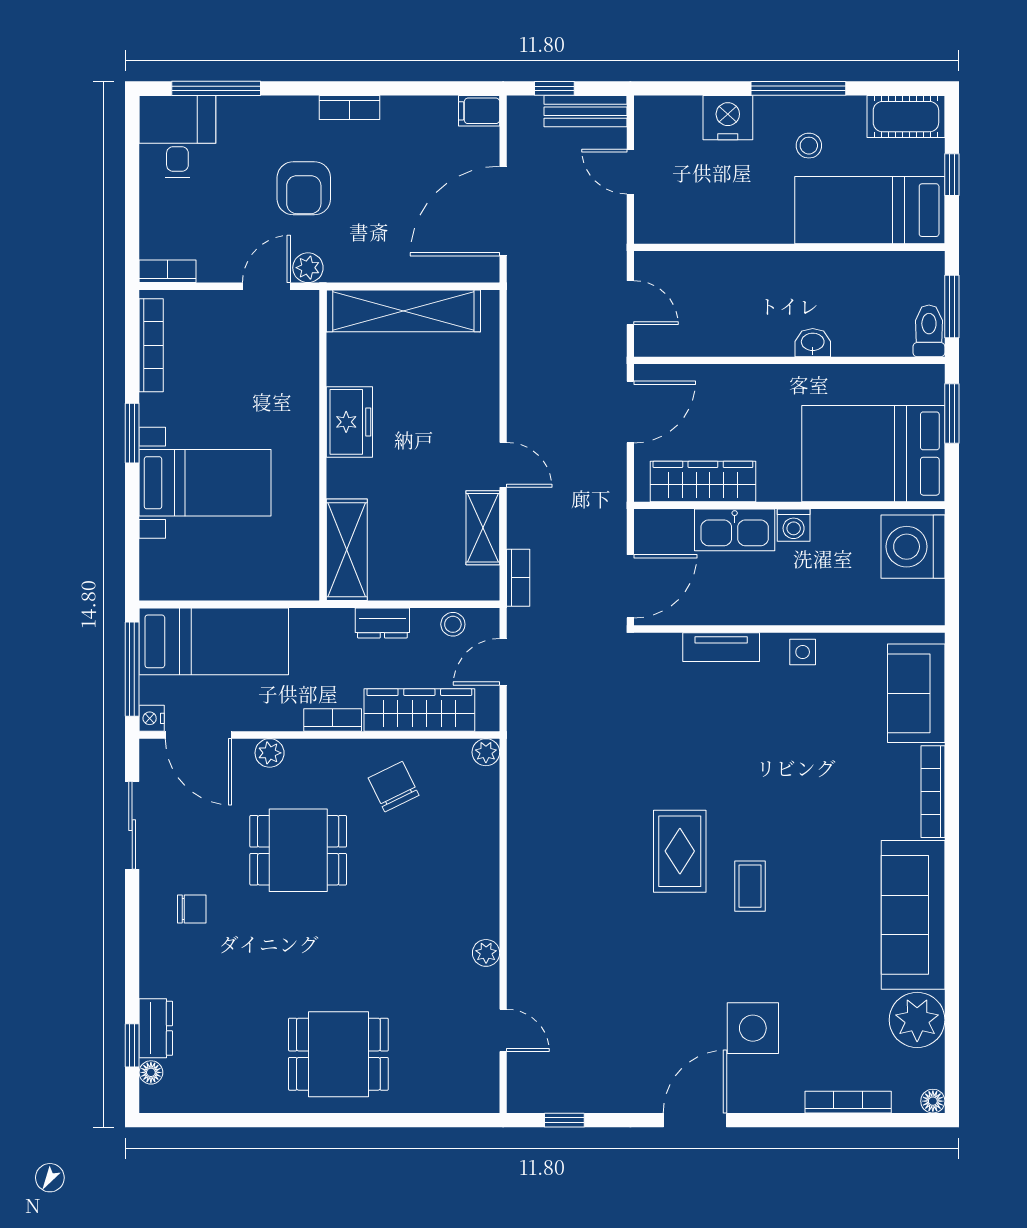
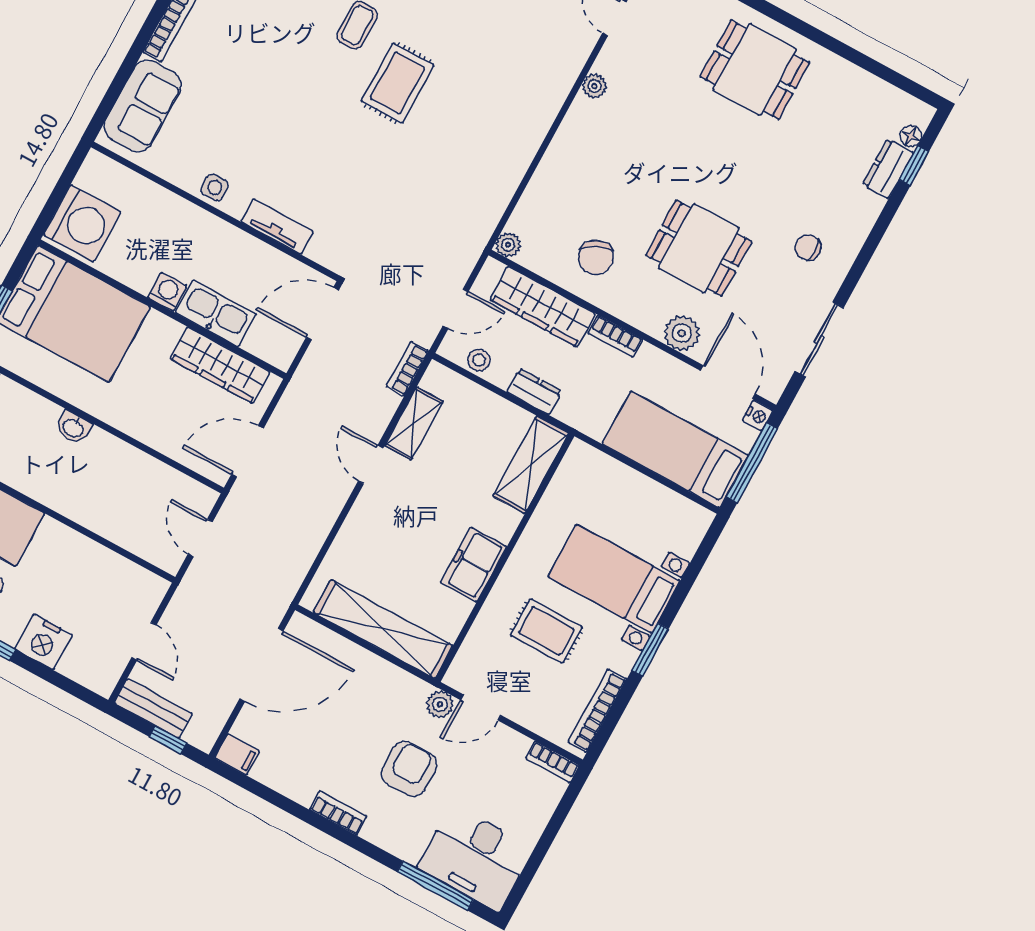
desk: (177, 137) -> (475, 858), width x1.37
rug: (243, 396) -> (546, 631), added
plant: (270, 753) -> (682, 333), width x1.38, depth x1.38

